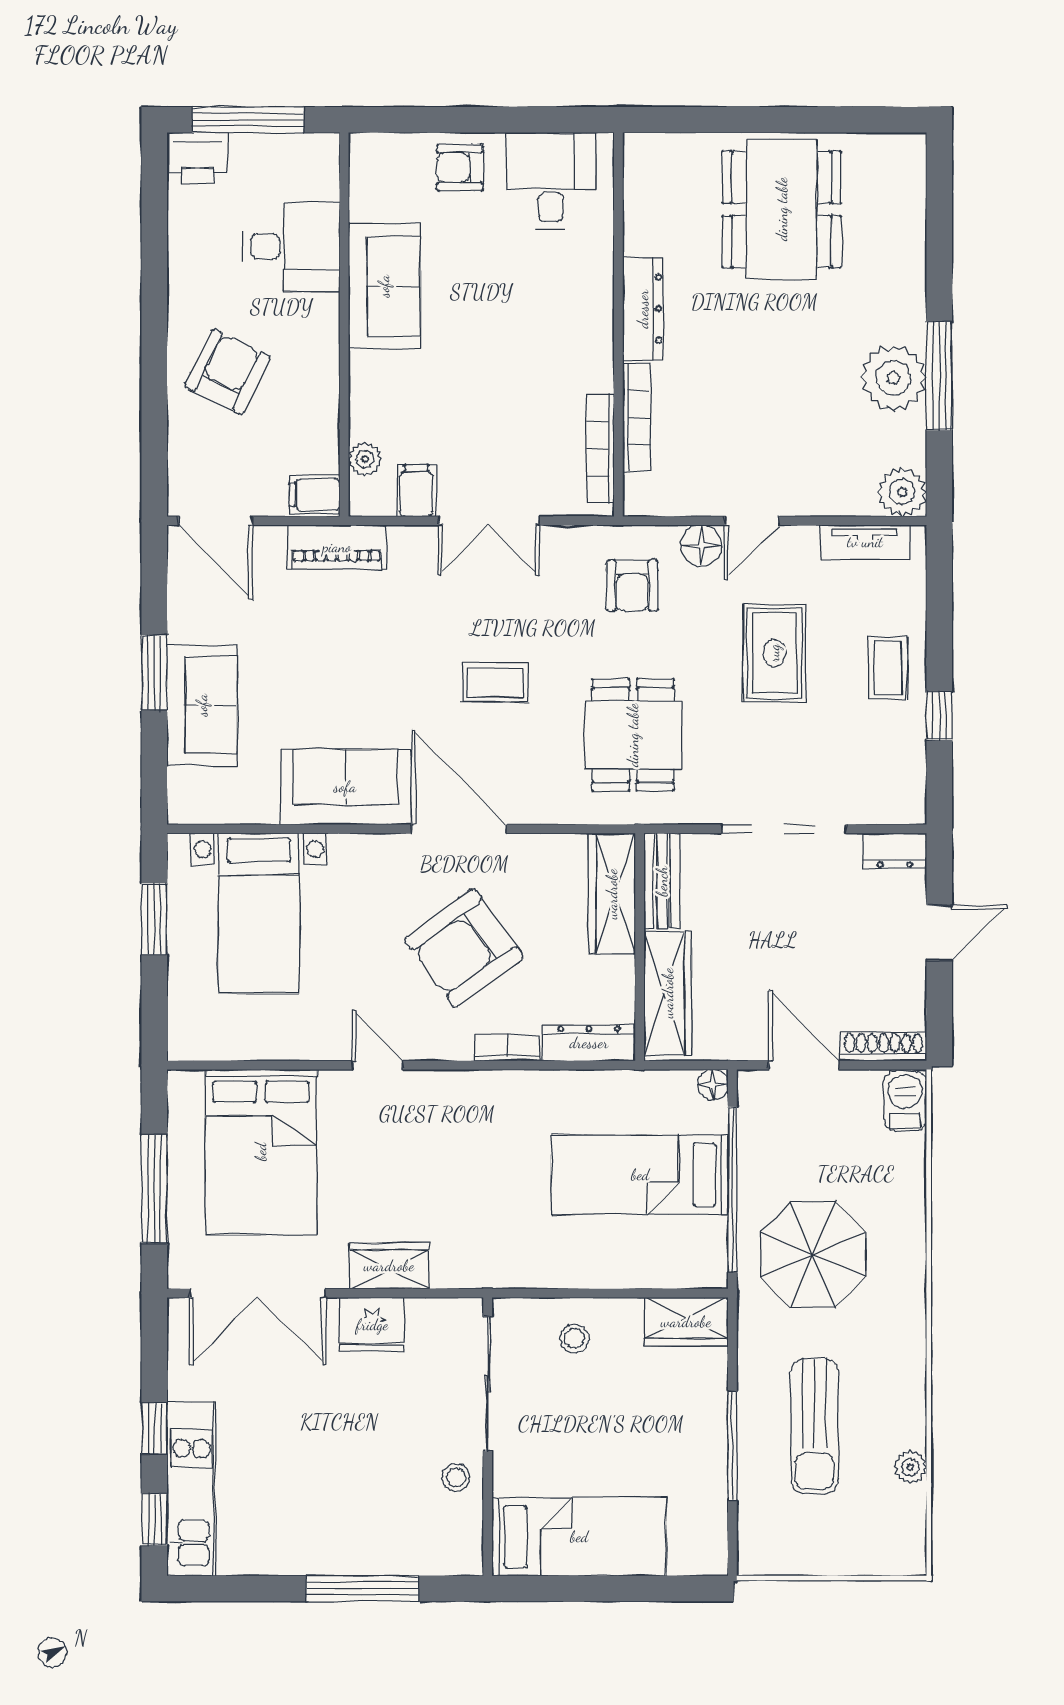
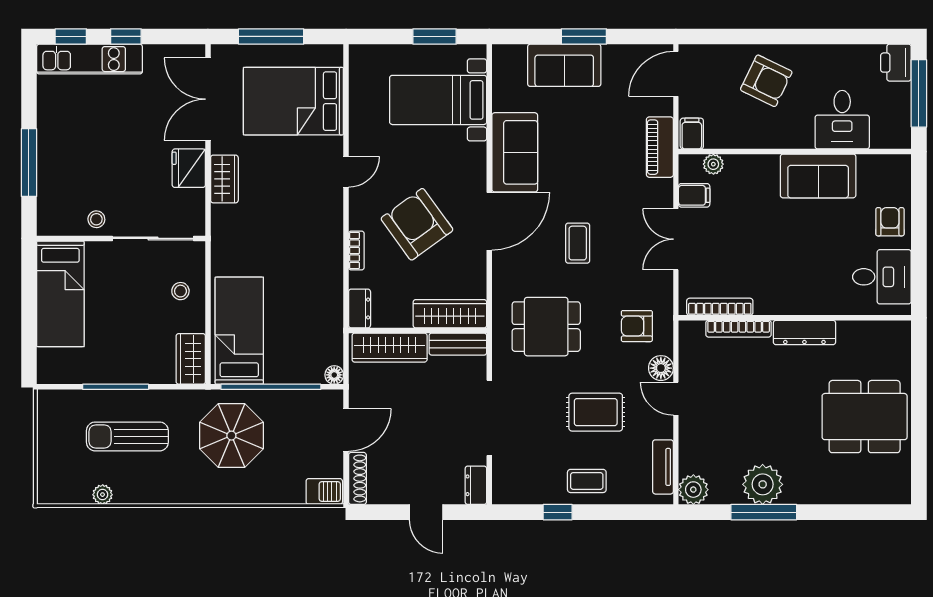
dresser: (589, 1043) -> (360, 309), width x0.70
bed: (640, 1175) -> (239, 331), moved

